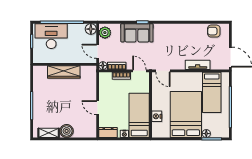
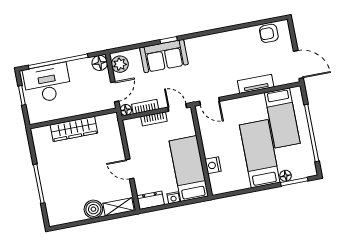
door: (98, 51) -> (115, 92), swing flipped
bed: (186, 115) -> (260, 154), width x0.67
shelving: (49, 133) -> (119, 207), moved

